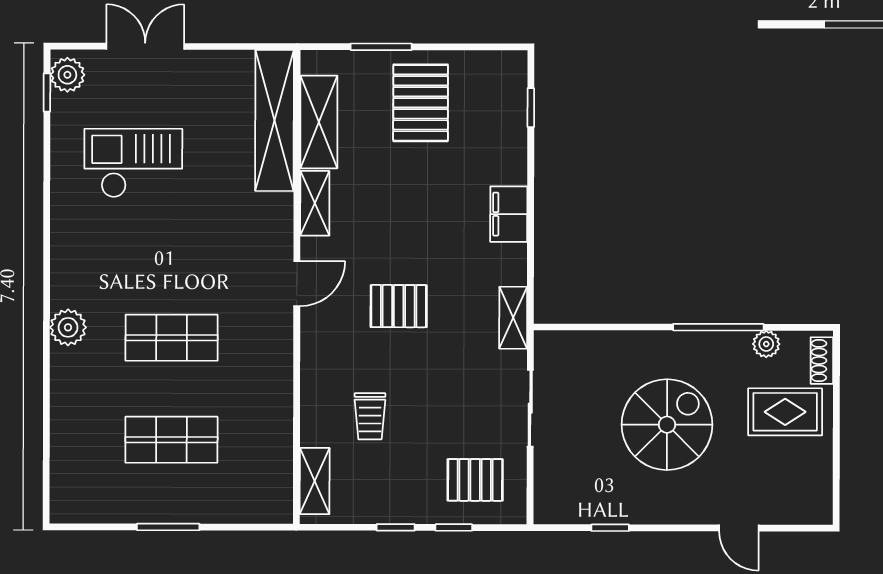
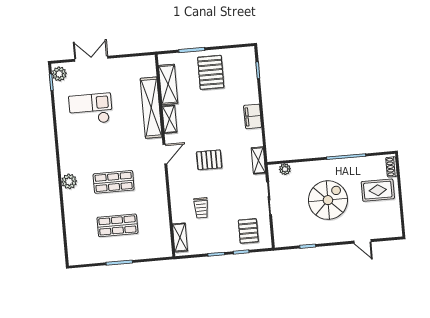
shelving: (275, 120) -> (151, 108), moved
plant: (766, 344) -> (285, 169), moved
pallet: (475, 480) -> (248, 231), turned 90

